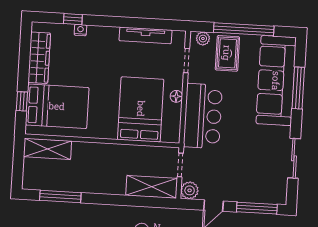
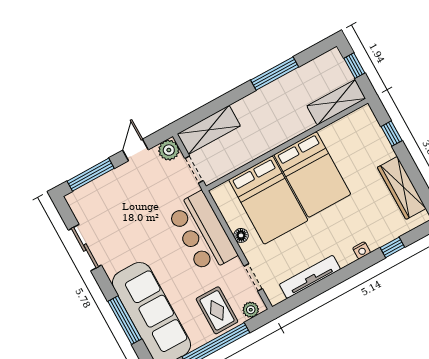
nightstand: (80, 30) -> (362, 250), moved
bed: (57, 106) -> (312, 174), moved, turned -90
window: (18, 167) -> (354, 66), added
window: (60, 196) -> (275, 74), moved

